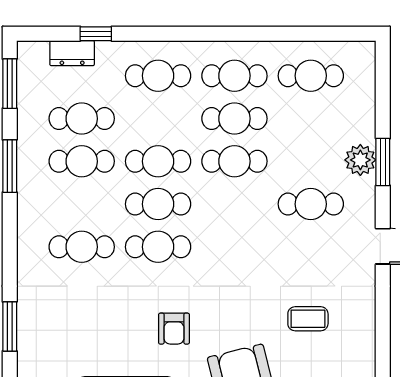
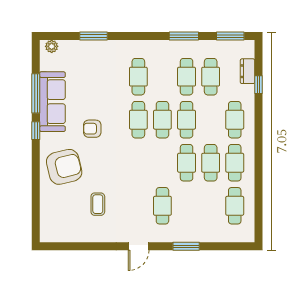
plant: (360, 160) -> (187, 234), removed

